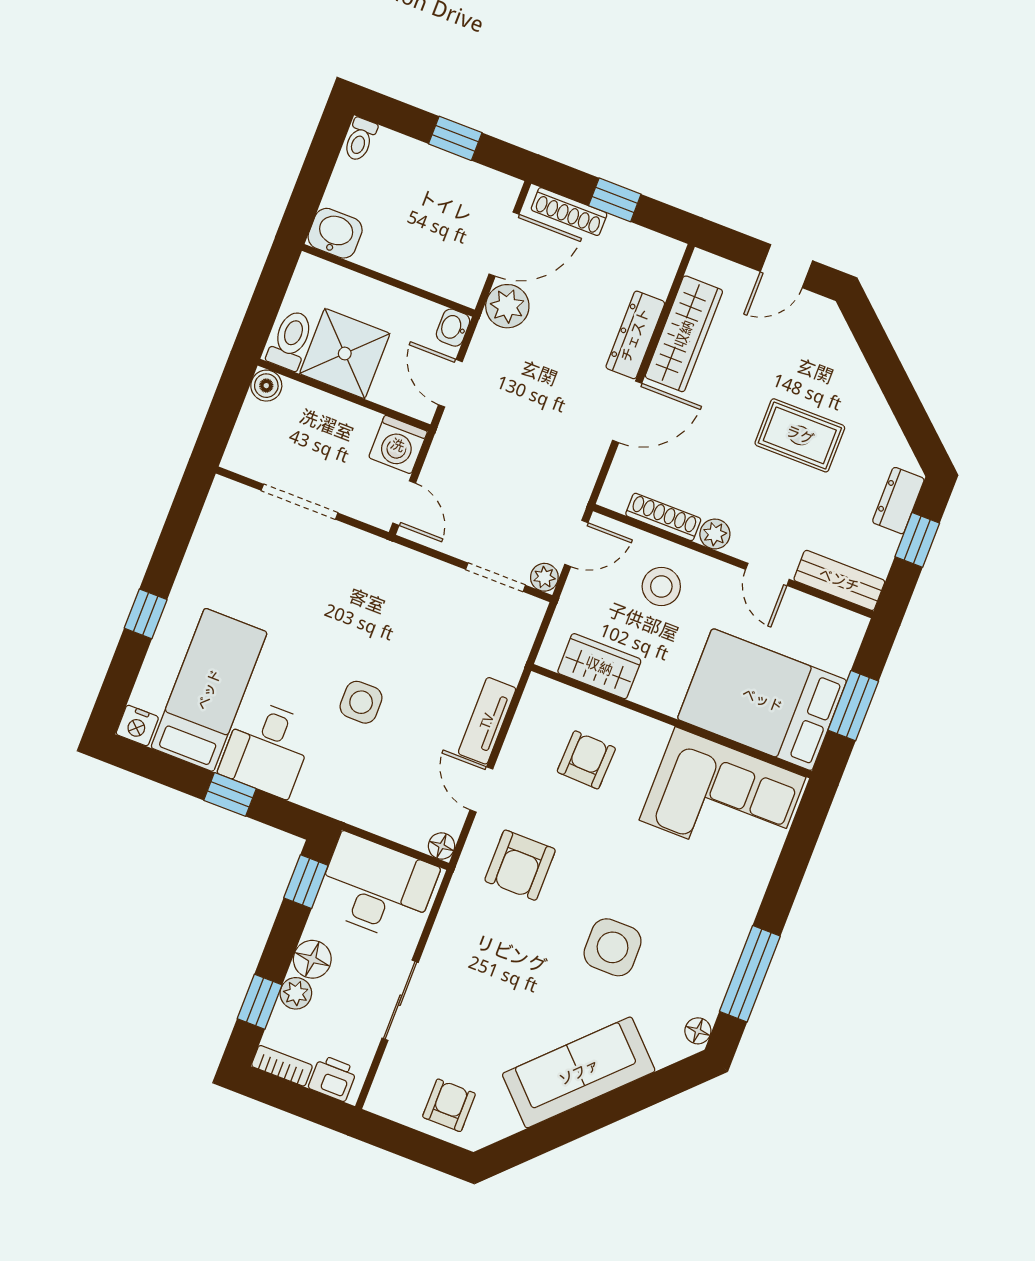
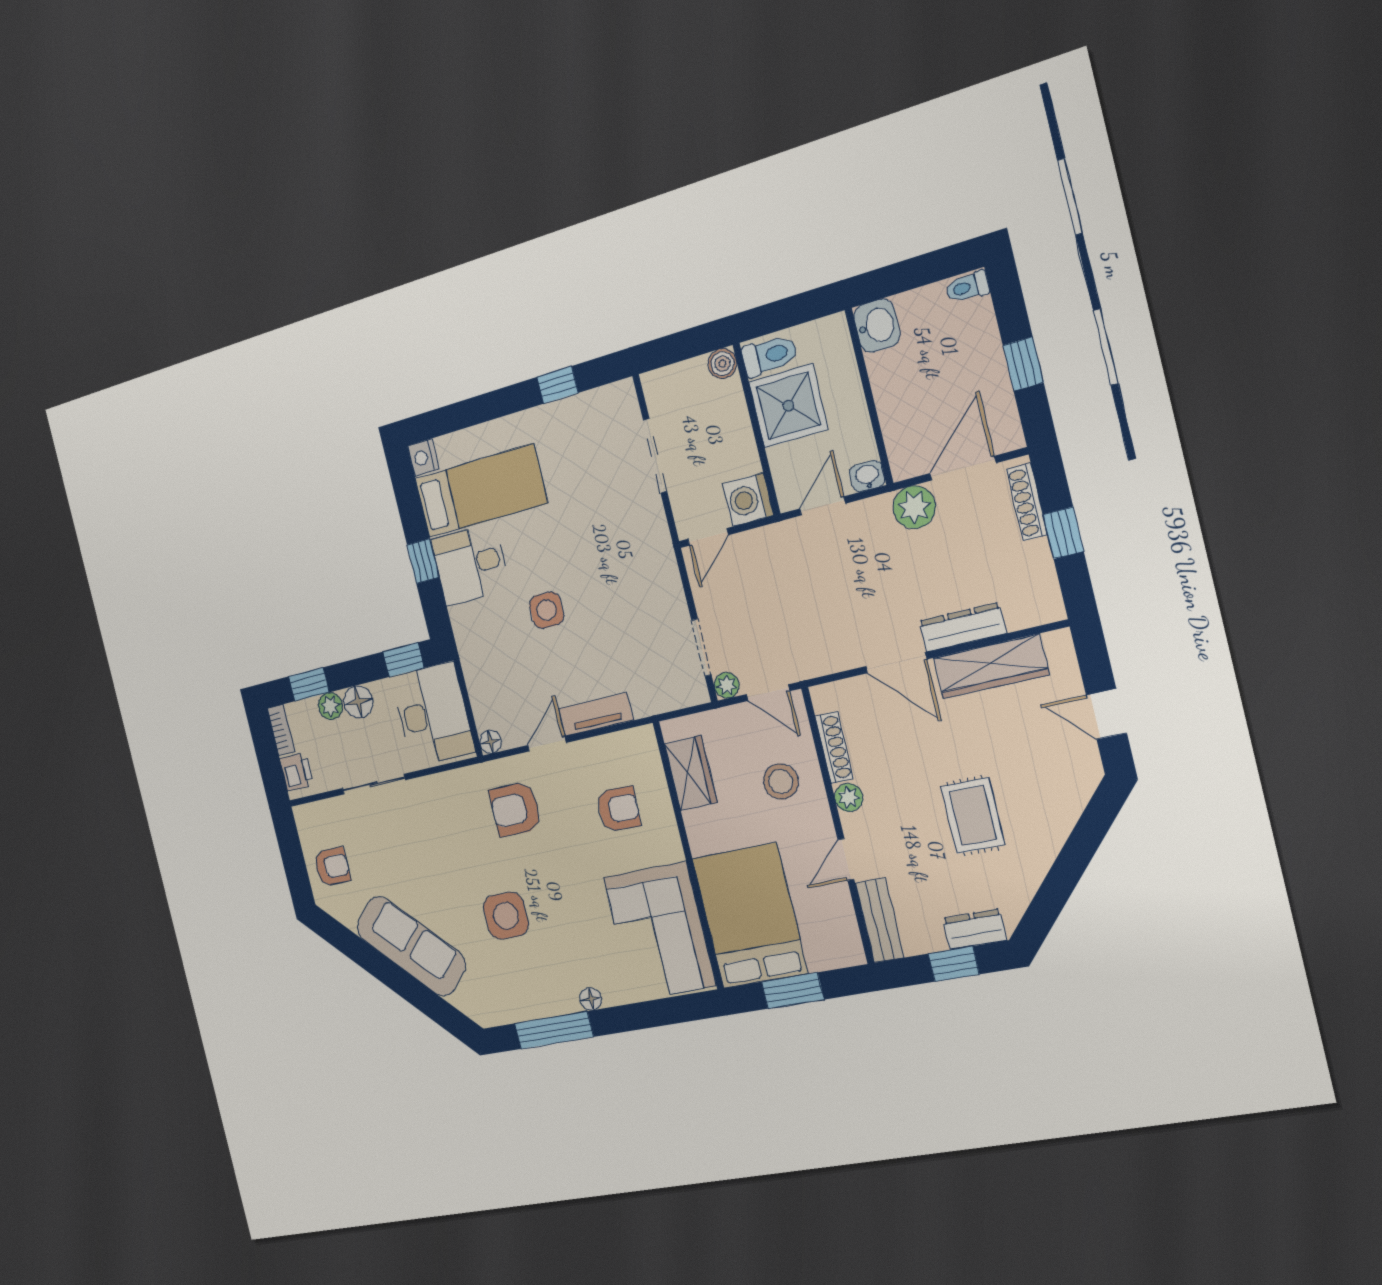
door: (504, 244) -> (963, 468), swing flipped
window: (146, 614) -> (558, 385), moved
floor lamp: (698, 1031) -> (591, 999), moved

